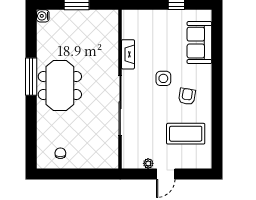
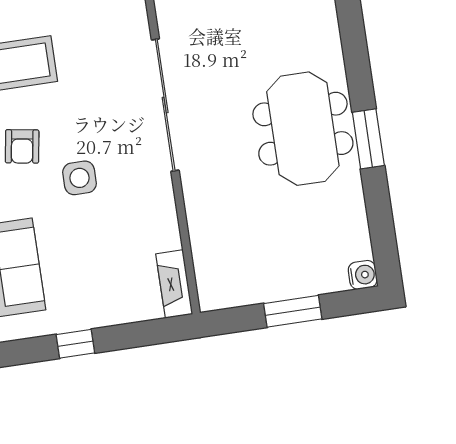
fireplace: (128, 54) -> (174, 284), moved
window: (31, 77) -> (368, 139), width x0.69

